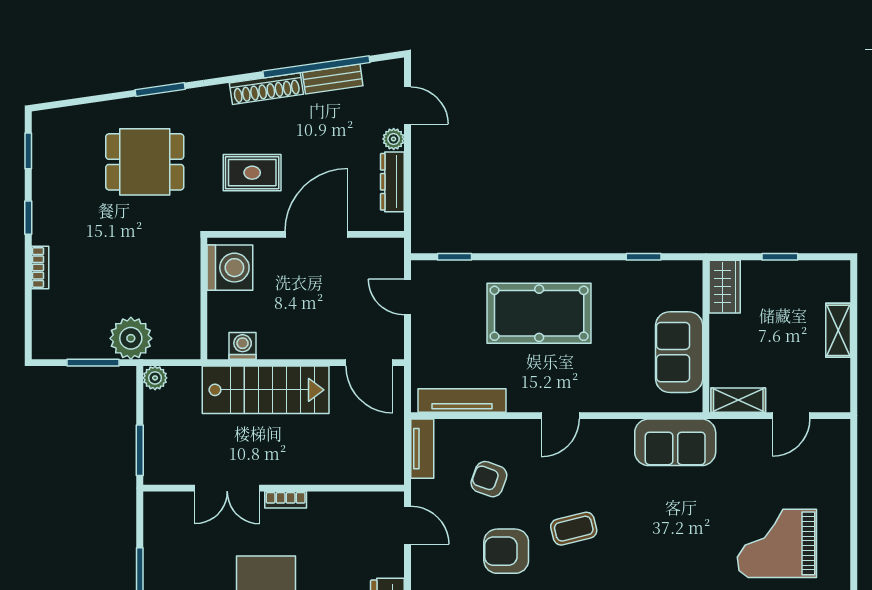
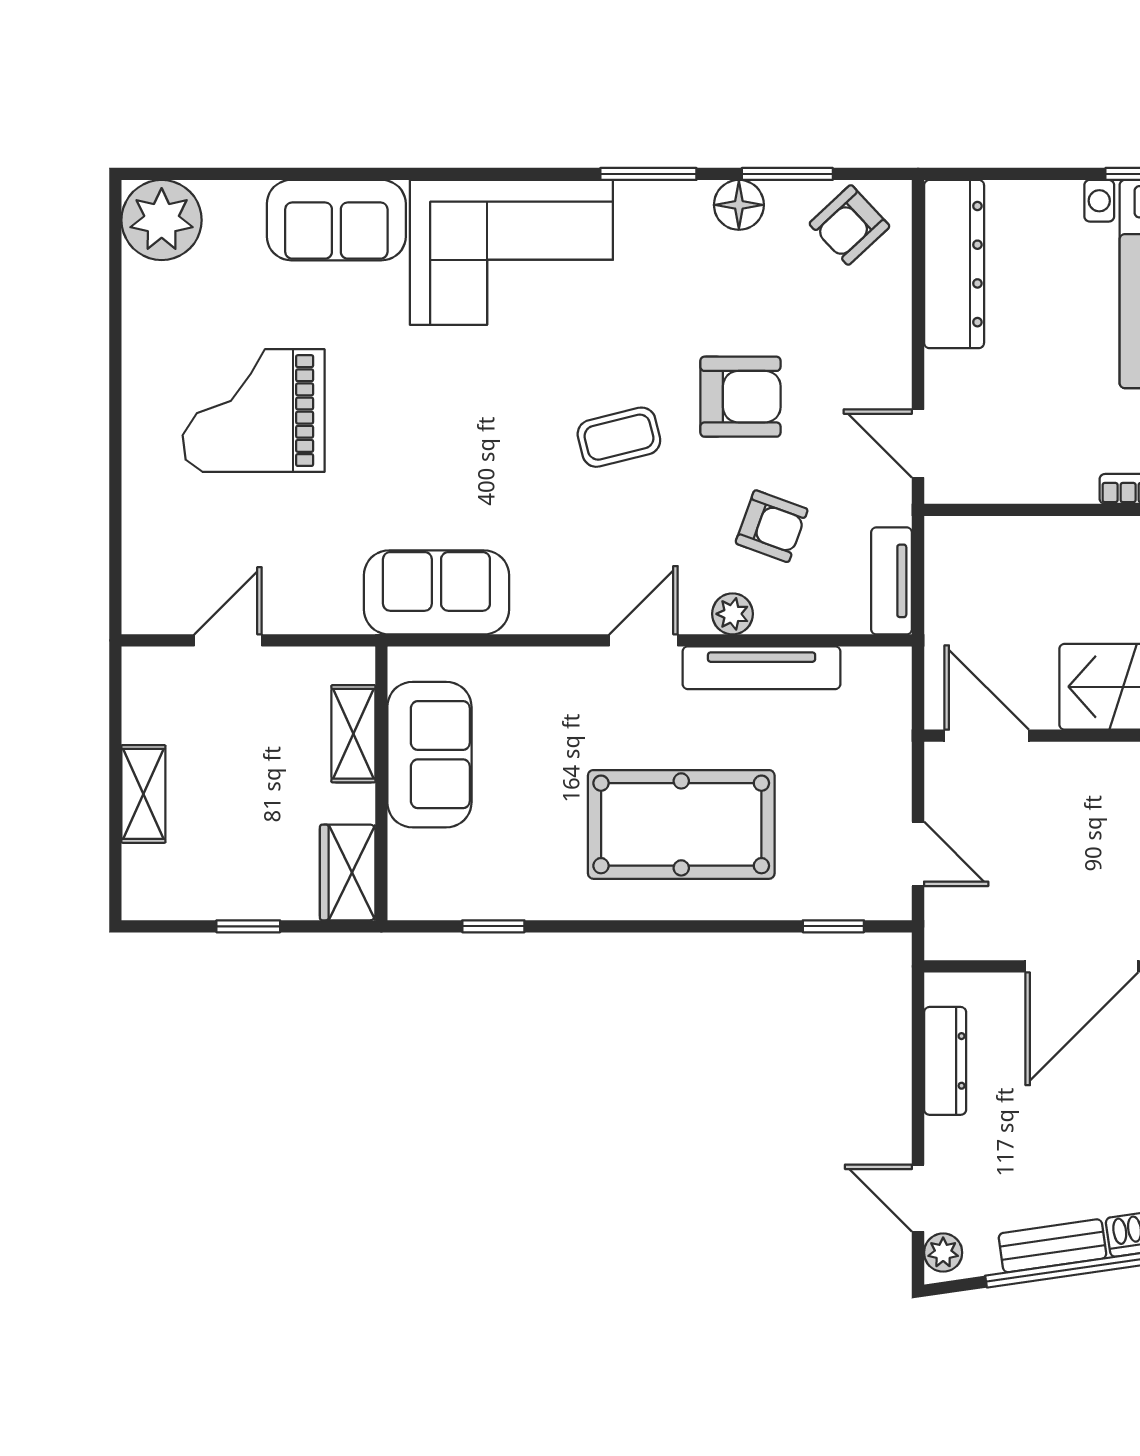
plant: (394, 139) -> (943, 1253), moved
tv unit: (462, 400) -> (762, 668), moved
shelving: (738, 400) -> (353, 734), moved, turned 90
plant: (511, 430) -> (732, 614), added
grand piano: (777, 543) -> (254, 411), turned 180

